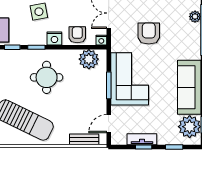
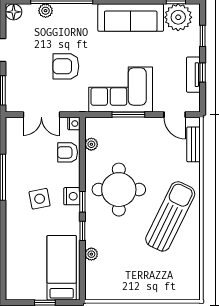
nightstand: (54, 38) -> (72, 196), moved
plant: (89, 59) -> (91, 144), width x0.53, depth x0.53
round table: (47, 77) -> (119, 190), width x1.36, depth x1.36

